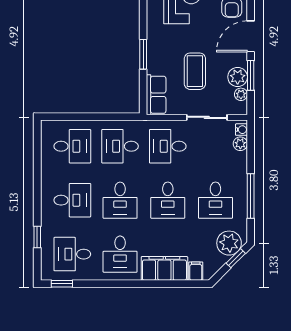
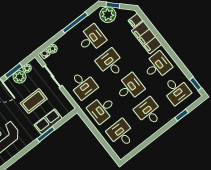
row of seats: (156, 95) -> (48, 122), moved
desk: (120, 146) -> (102, 109), turned 90
desk: (168, 200) -> (110, 63), turned -90

